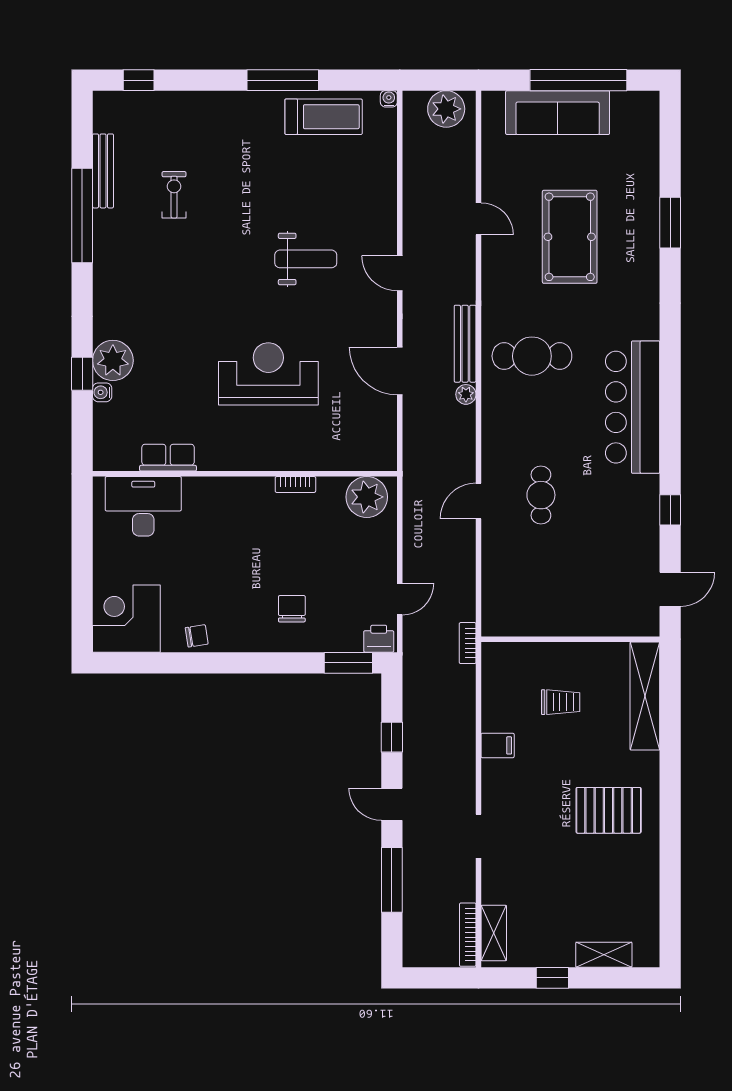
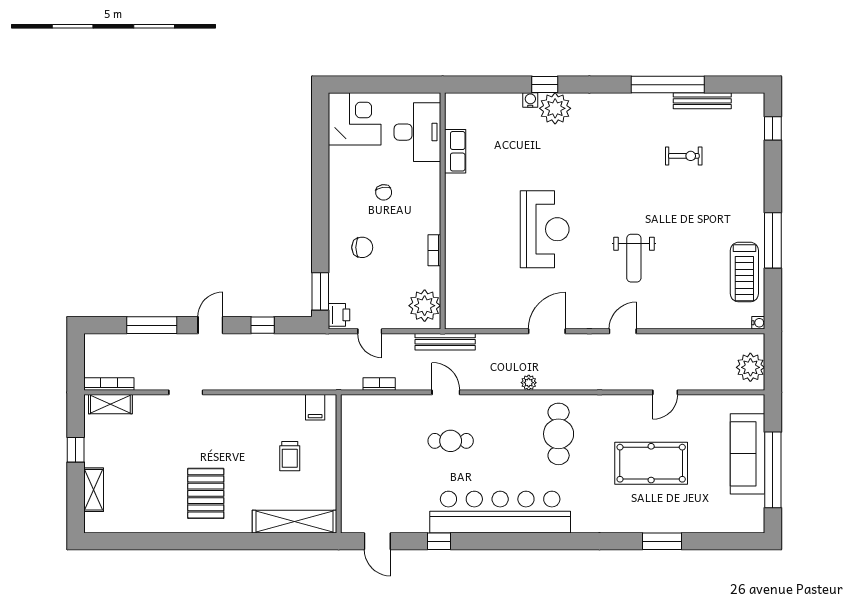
bench: (465, 344) -> (445, 342), moved
bar counter: (633, 407) -> (500, 512), width x1.36
row of seats: (168, 458) -> (455, 151), moved
wall: (245, 474) -> (443, 211), moved
bookcase: (295, 484) -> (434, 250), moved
plant: (367, 497) -> (425, 306), moved
desk: (143, 506) -> (417, 132), moved
chair: (197, 636) -> (384, 192), moved
bookcase: (468, 643) -> (379, 384), moved
filing cabinet: (498, 745) -> (315, 407), moved

